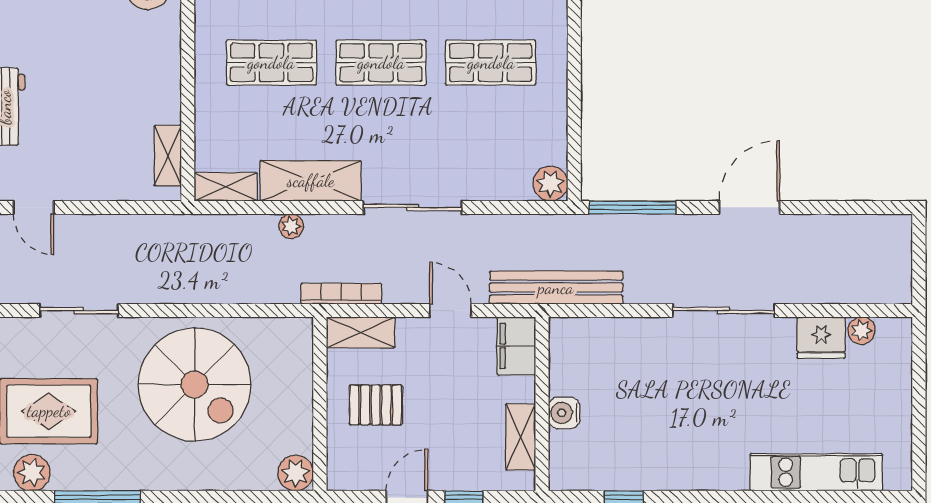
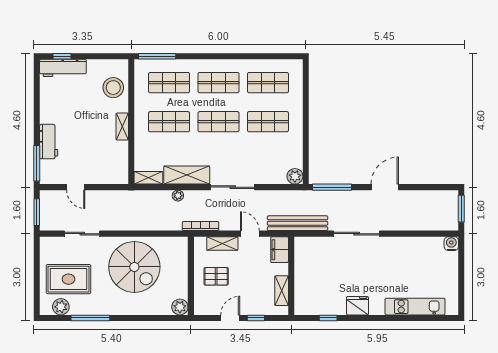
shelving: (168, 156) -> (122, 127), moved
door: (34, 207) -> (76, 187), moved
window: (919, 255) -> (461, 209), added
sliding door: (723, 311) -> (357, 234), moved
plant: (861, 331) -> (435, 243), removed
shelving: (361, 332) -> (222, 244), moved
fridge: (821, 338) -> (357, 306), moved, turned 180
water cooler: (564, 413) -> (451, 244), moved, turned 90

